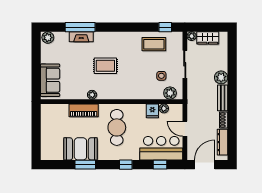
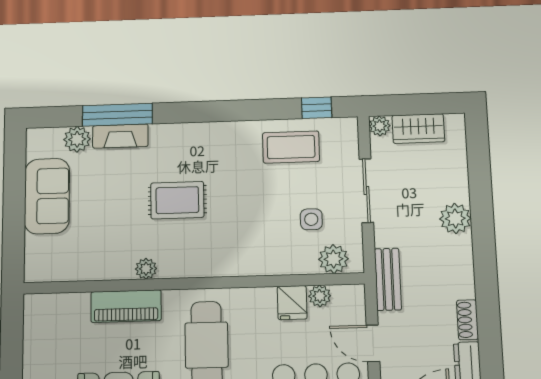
plant: (48, 38) -> (77, 139), moved
sofa: (50, 80) -> (47, 196), moved
bench: (223, 98) -> (388, 279), moved

